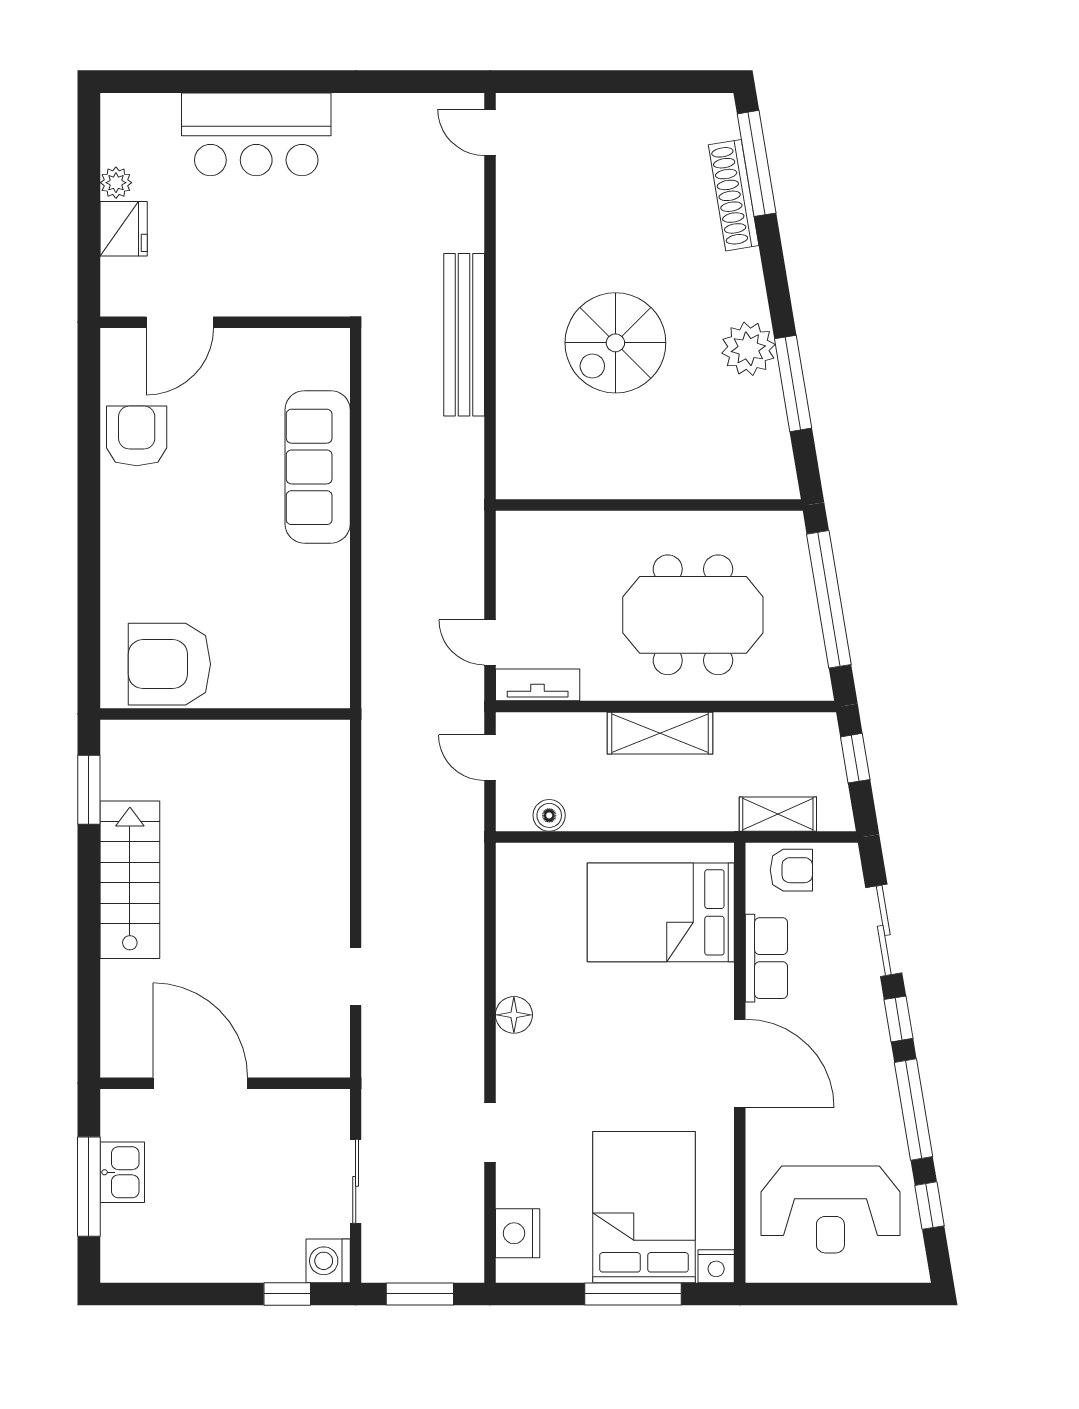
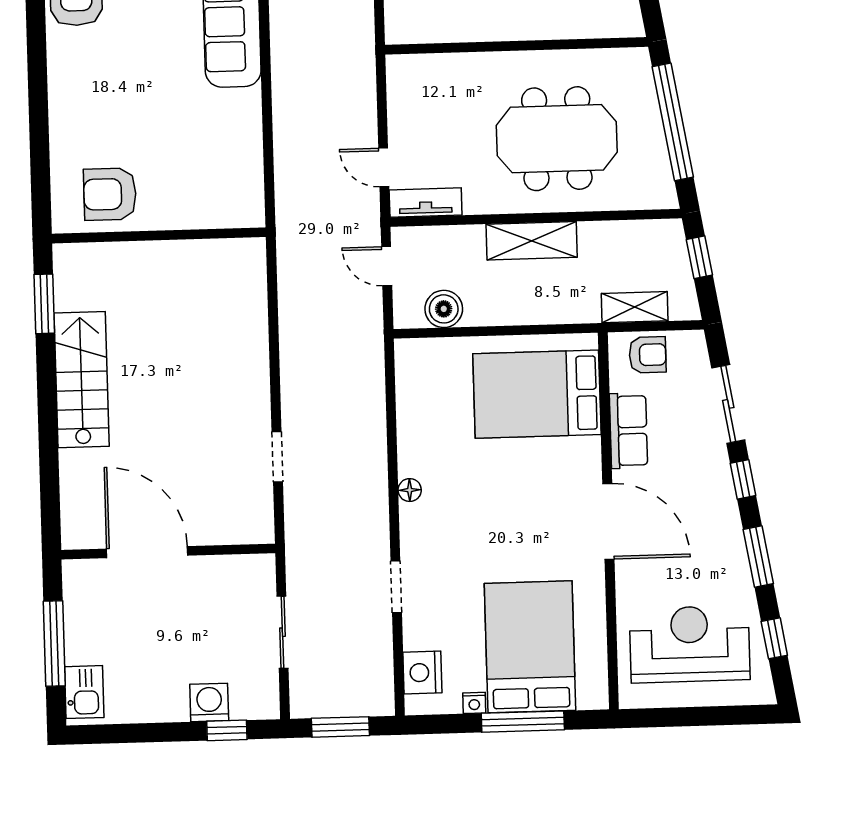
armchair: (169, 664) -> (110, 194), width x0.73, depth x0.73
boiler: (549, 815) -> (444, 309), width x1.36, depth x1.36
floor lamp: (514, 1015) -> (410, 490), width x0.73, depth x0.73
window: (914, 1109) -> (758, 557), width x0.69
kitchen sink: (122, 1172) -> (84, 692), moved
reception desk: (830, 1209) -> (690, 644), turned 180
washing machine: (328, 1261) -> (209, 702), moved, turned 90
nightstand: (716, 1266) -> (474, 703), moved, width x0.72, depth x0.74

